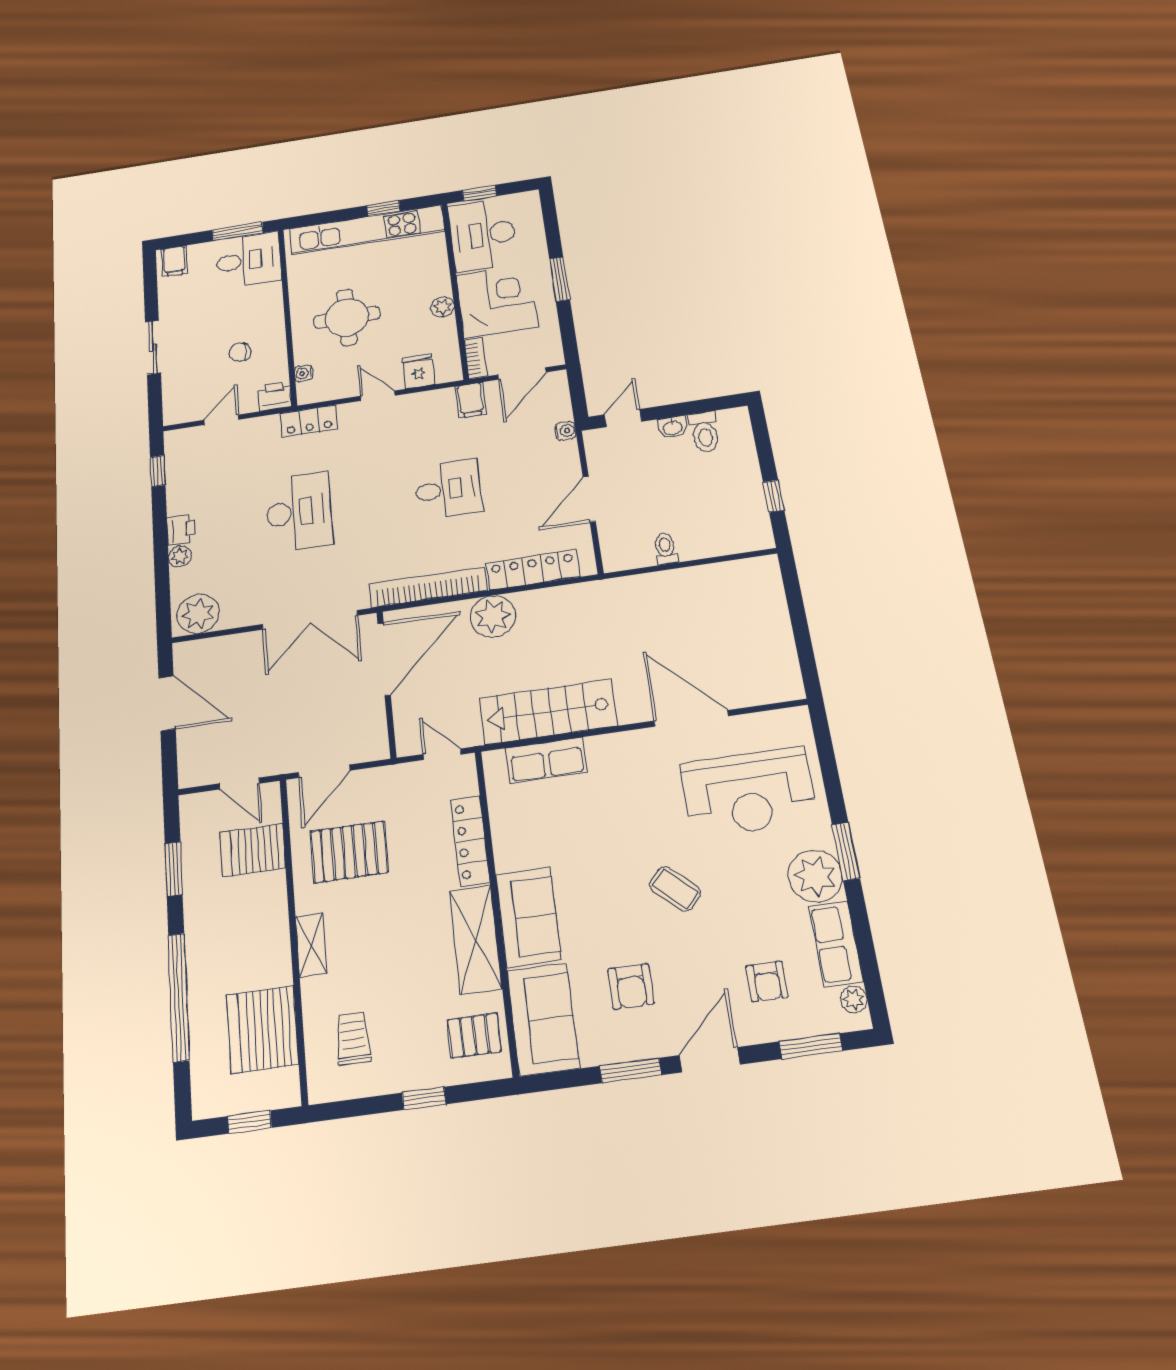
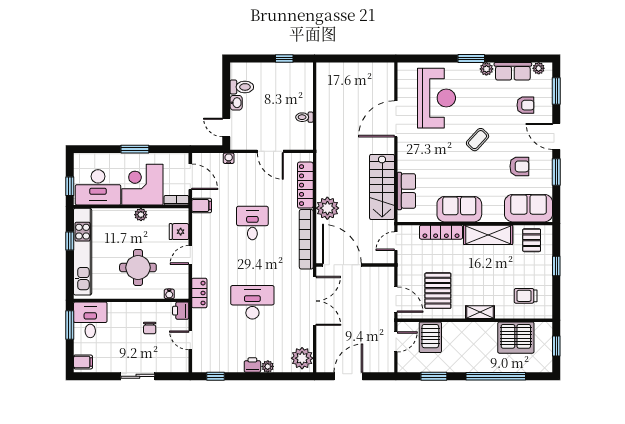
plant: (815, 876) -> (486, 69), width x0.53, depth x0.53
sofa: (528, 917) -> (459, 209), moved

